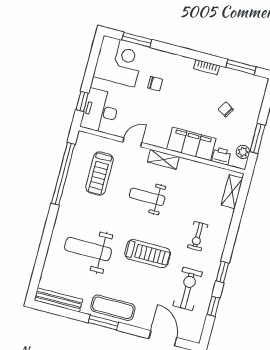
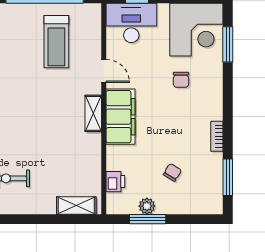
filing cabinet: (191, 144) -> (120, 117), moved
plant: (243, 152) -> (147, 206), moved
treadmill: (100, 174) -> (56, 42), turned -90
weight bench: (147, 197) -> (43, 106), removed

